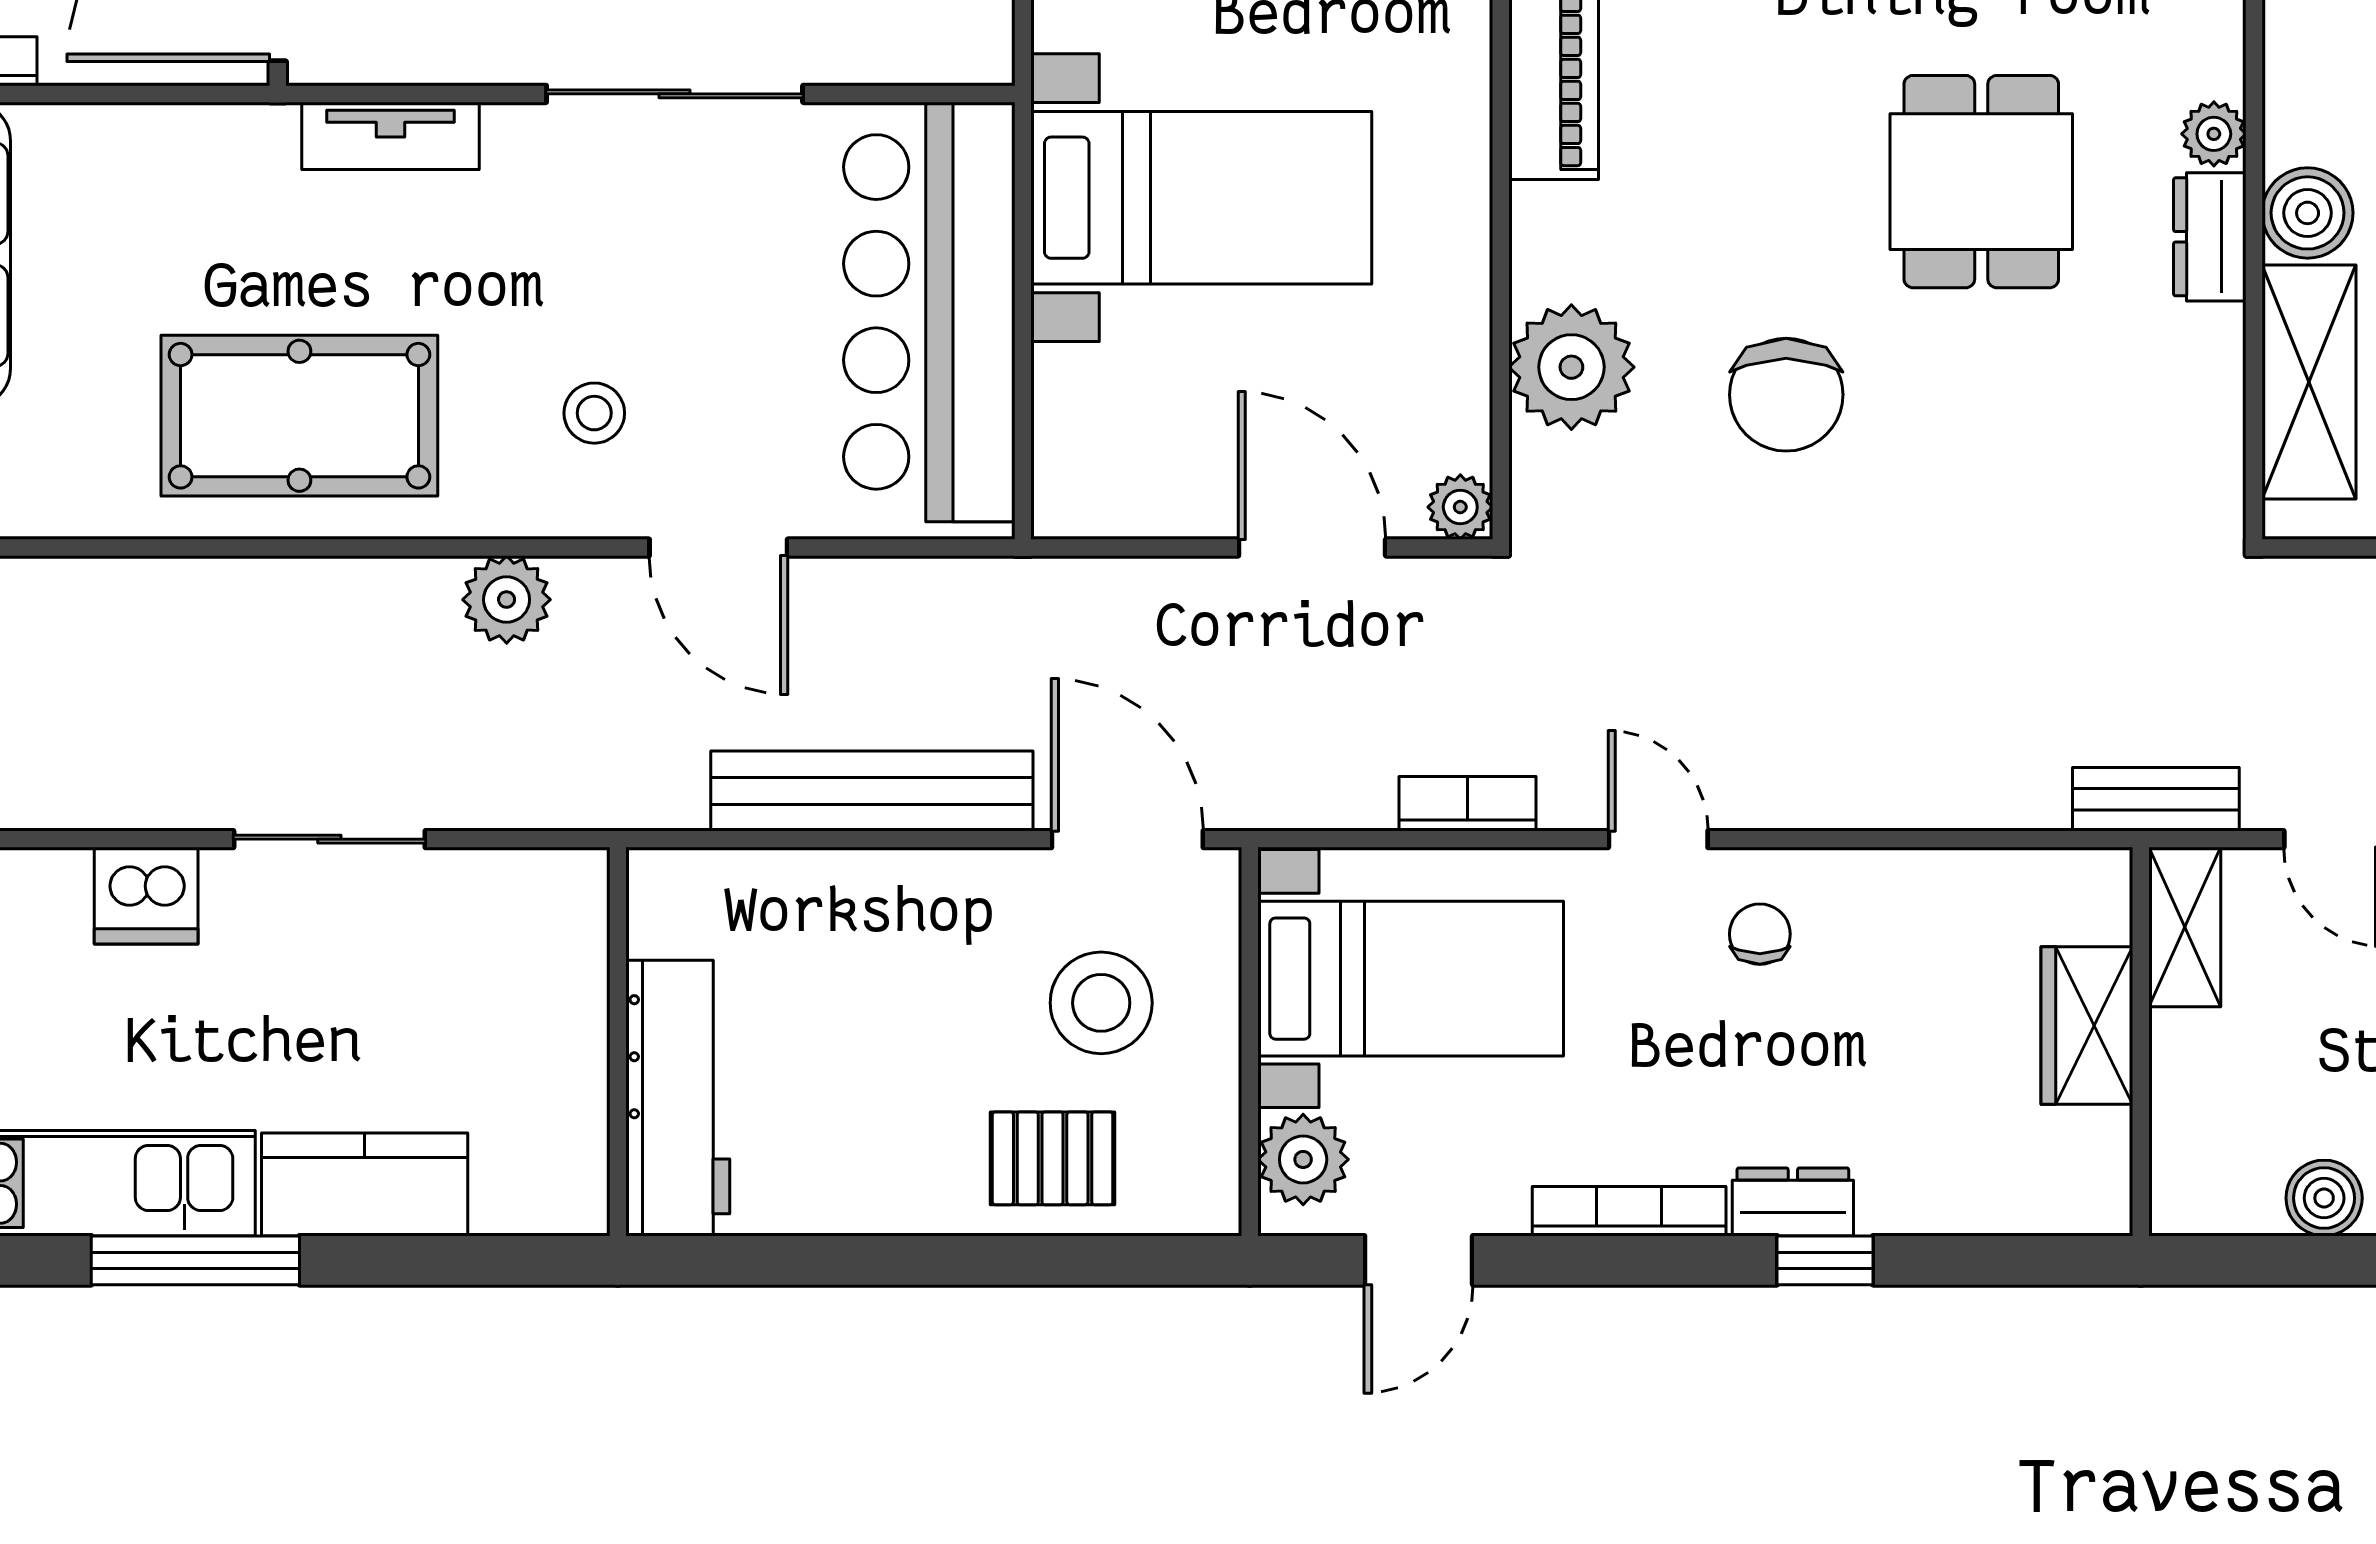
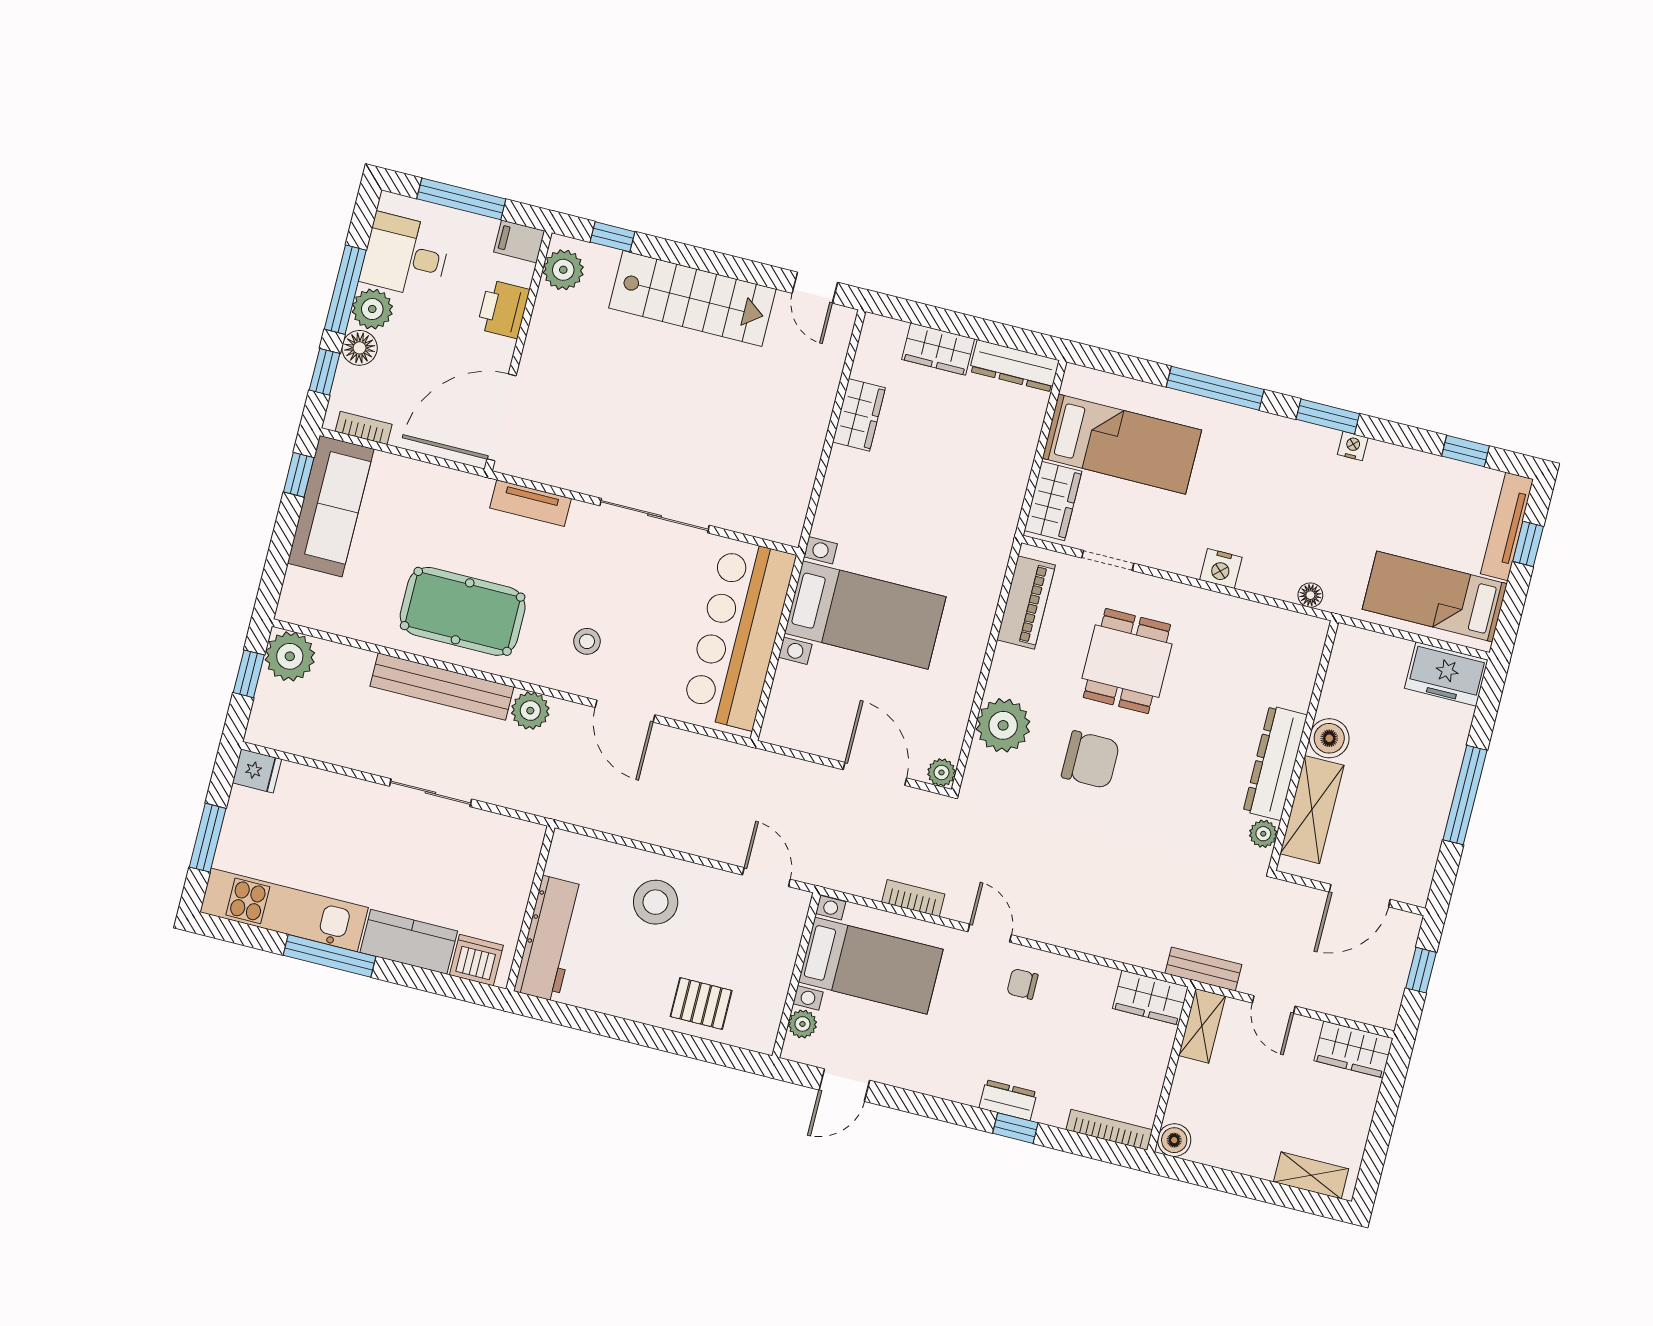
plant: (2214, 134) -> (1263, 834), moved
dining table: (1981, 182) -> (1127, 661), moved
dresser: (2210, 237) -> (1275, 763), width x1.96, depth x1.24
chair: (1786, 395) -> (1091, 760), turned -90
bench: (872, 791) -> (442, 687), moved
door: (1127, 839) -> (766, 877), width x0.73
dishwasher: (146, 896) -> (476, 960), moved, turned 180
chair: (1760, 934) -> (1022, 984), turned -90
stool: (1101, 1003) -> (656, 902), moved
wardrobe: (2087, 1025) -> (1150, 998), moved, turned -90
plant: (1303, 1159) -> (802, 1024), width x0.73, depth x0.73
boiler: (2324, 1198) -> (1174, 1140), moved
bookcase: (1629, 1211) -> (1109, 1130), moved

